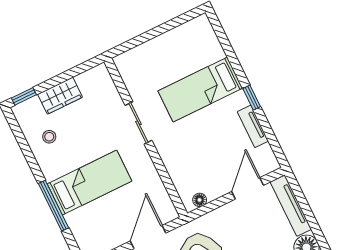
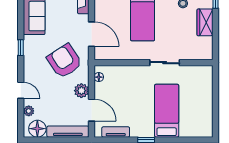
tv unit: (253, 126) -> (116, 132), moved
plant: (228, 214) -> (81, 91), added

